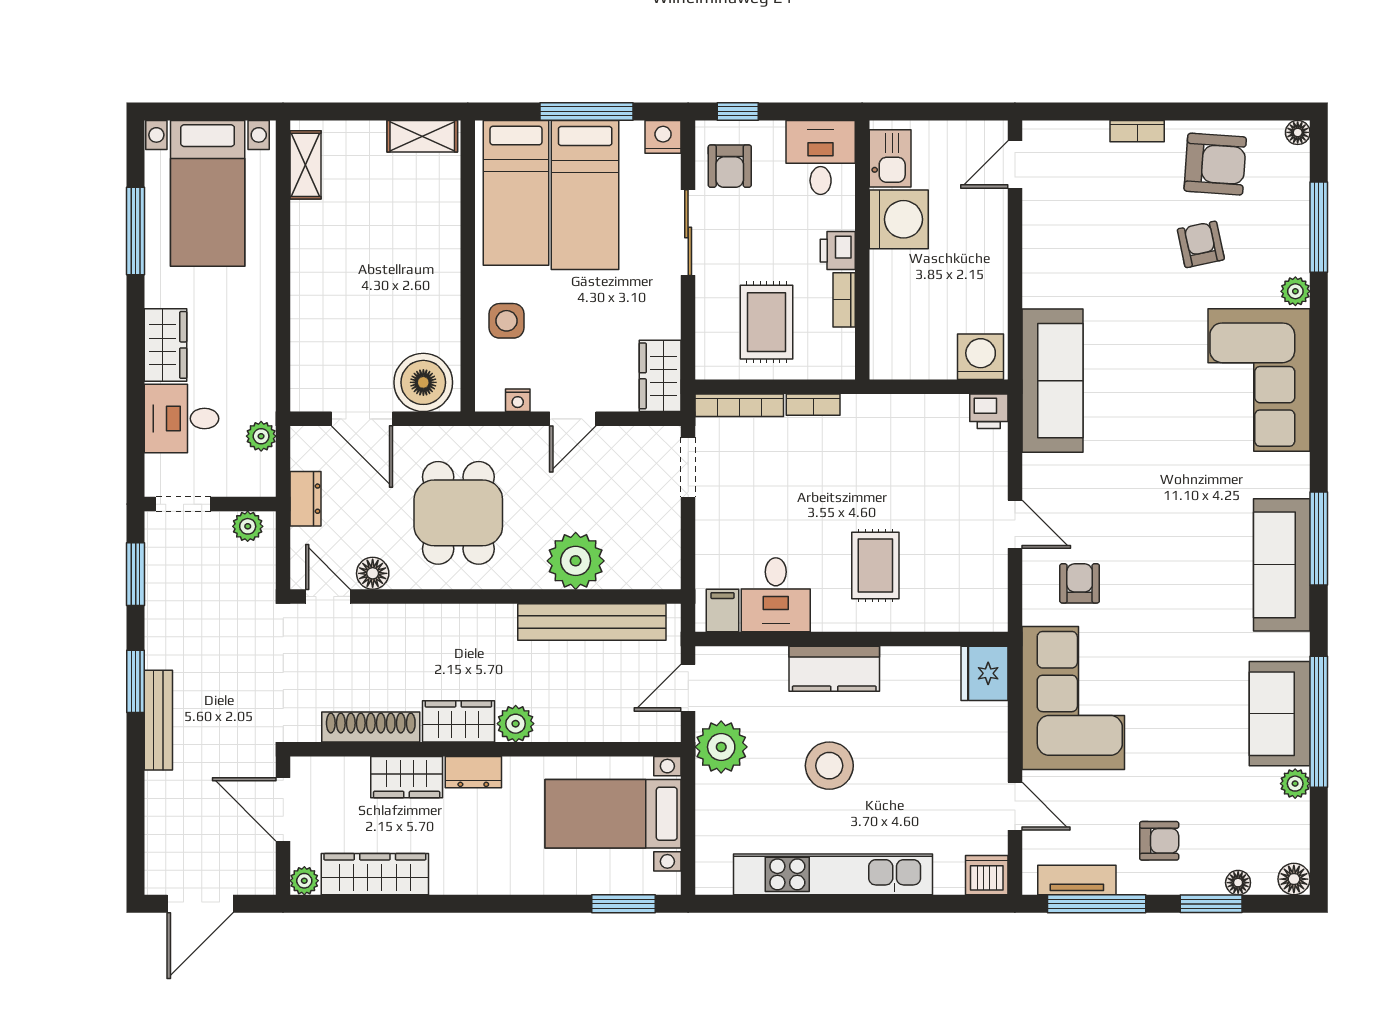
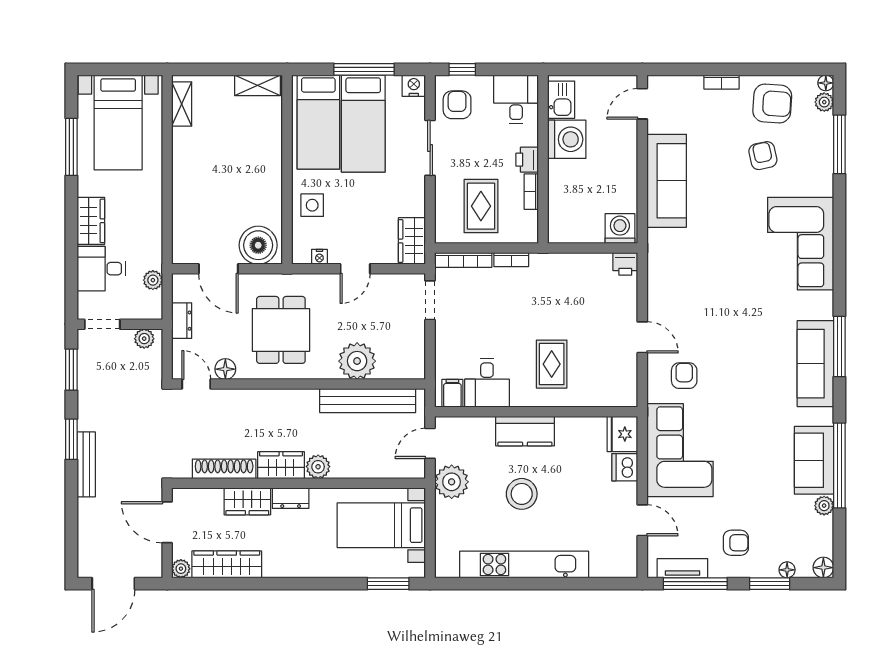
armchair: (730, 166) -> (457, 105), turned 180
plant: (1295, 291) -> (824, 102), moved
sofa: (1053, 381) -> (667, 181), moved
dishwasher: (987, 875) -> (625, 467), moved, turned -90

